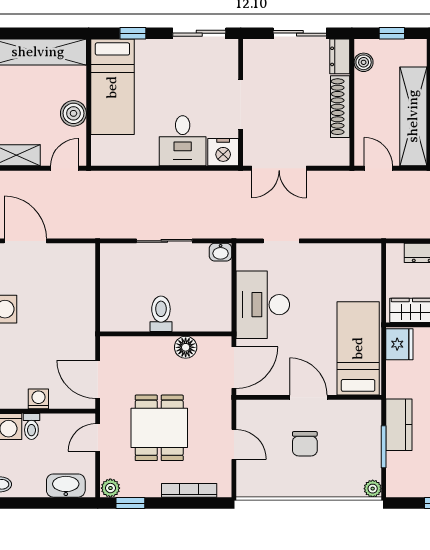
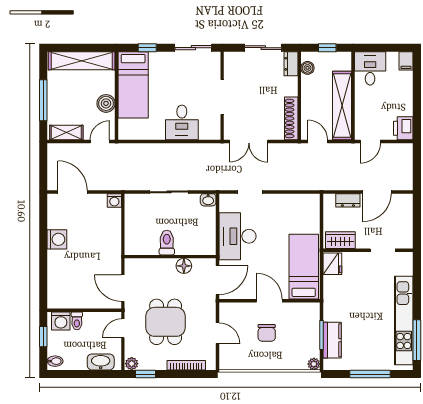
shoe rack: (340, 107) -> (291, 118), moved
nightstand: (223, 152) -> (210, 130), removed
washing machine: (38, 399) -> (114, 200), moved, turned 180
kitchen counter: (399, 425) -> (332, 340), moved

